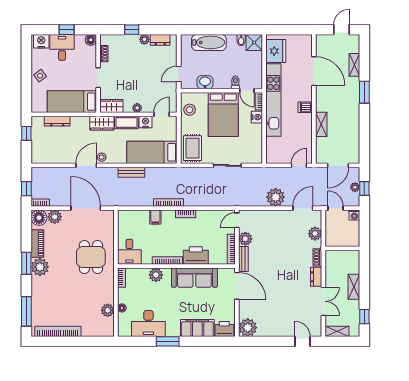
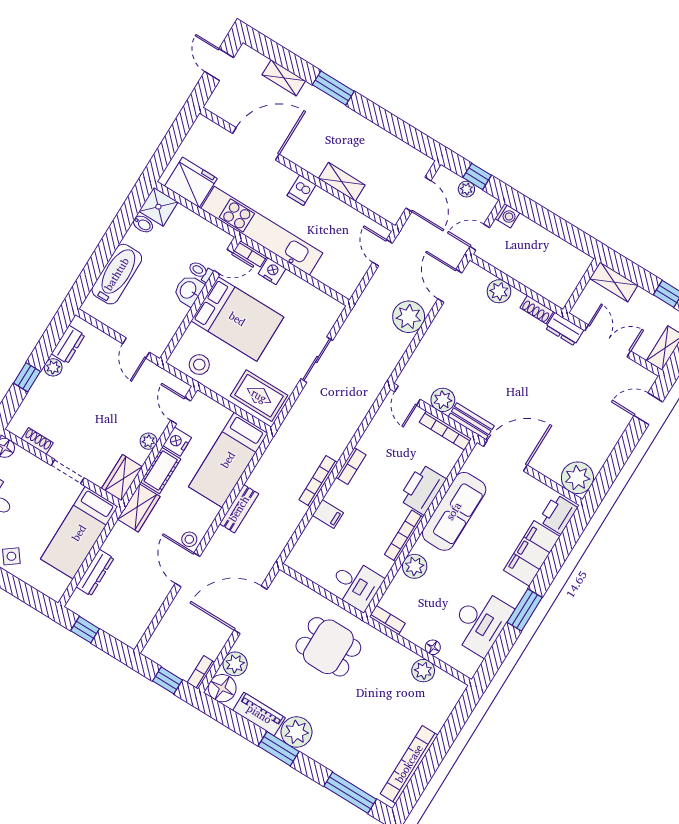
washbasin: (205, 82) -> (189, 290), moved
wall: (342, 248) -> (582, 286), moved

